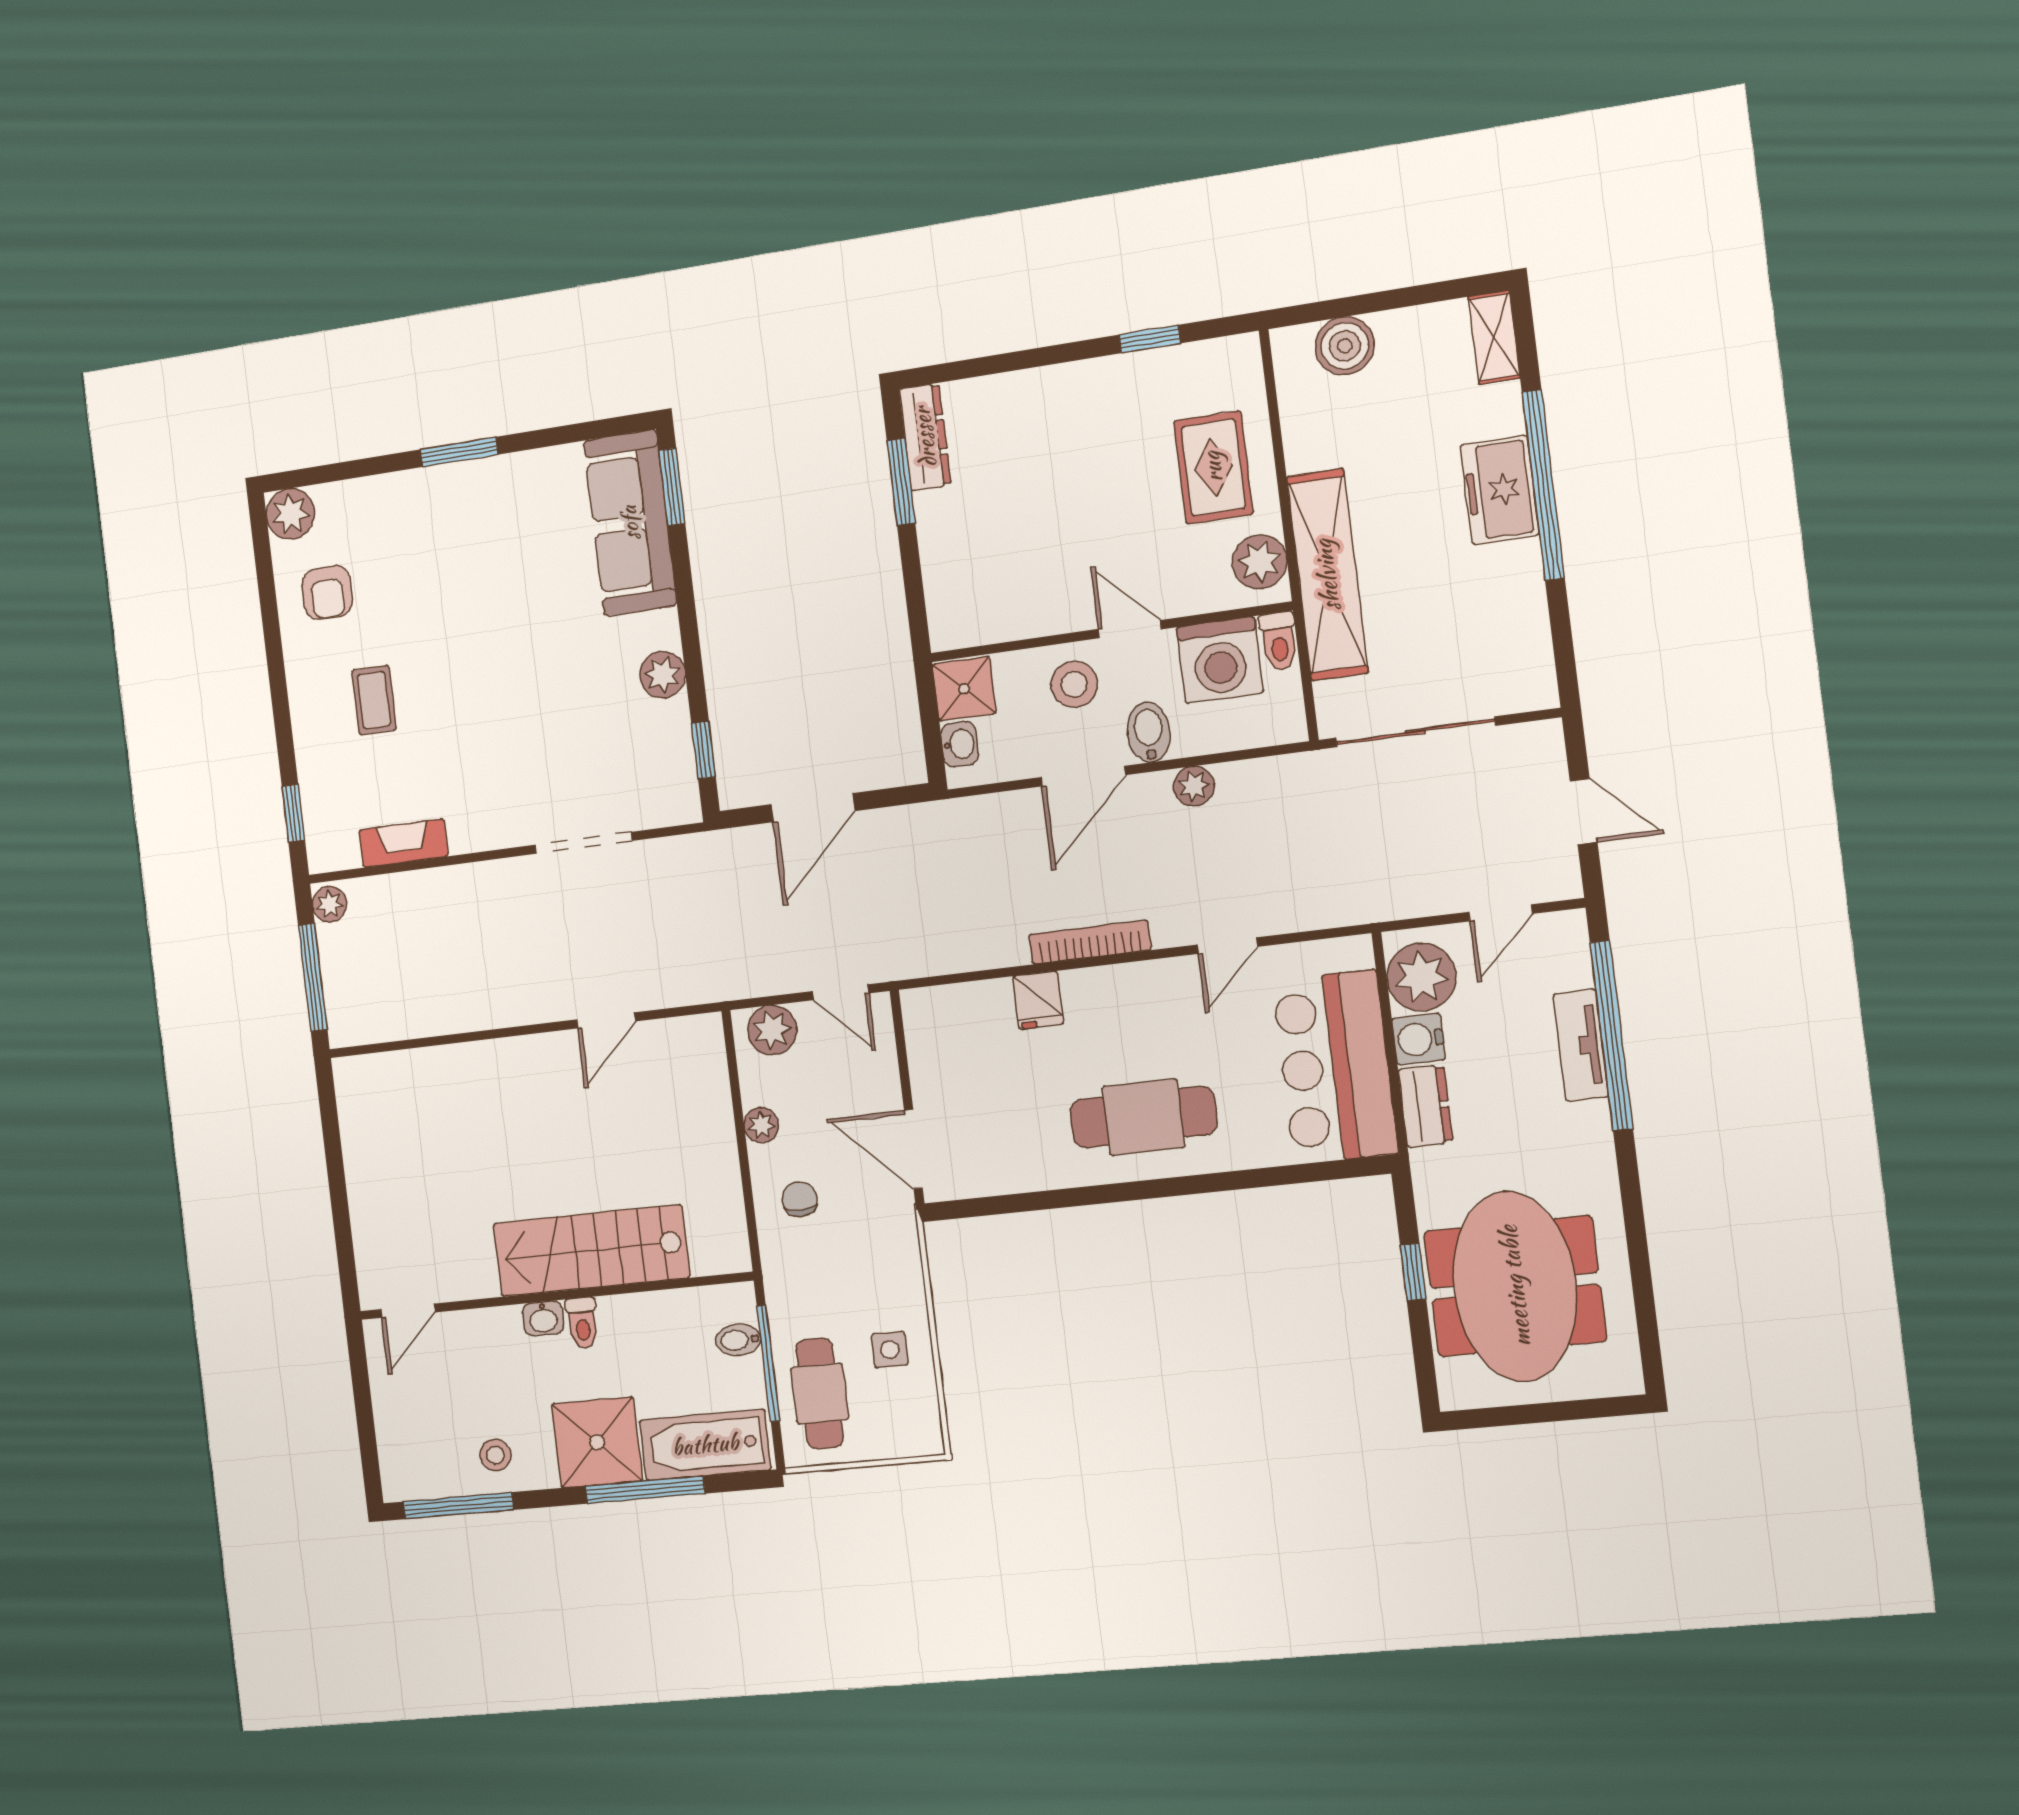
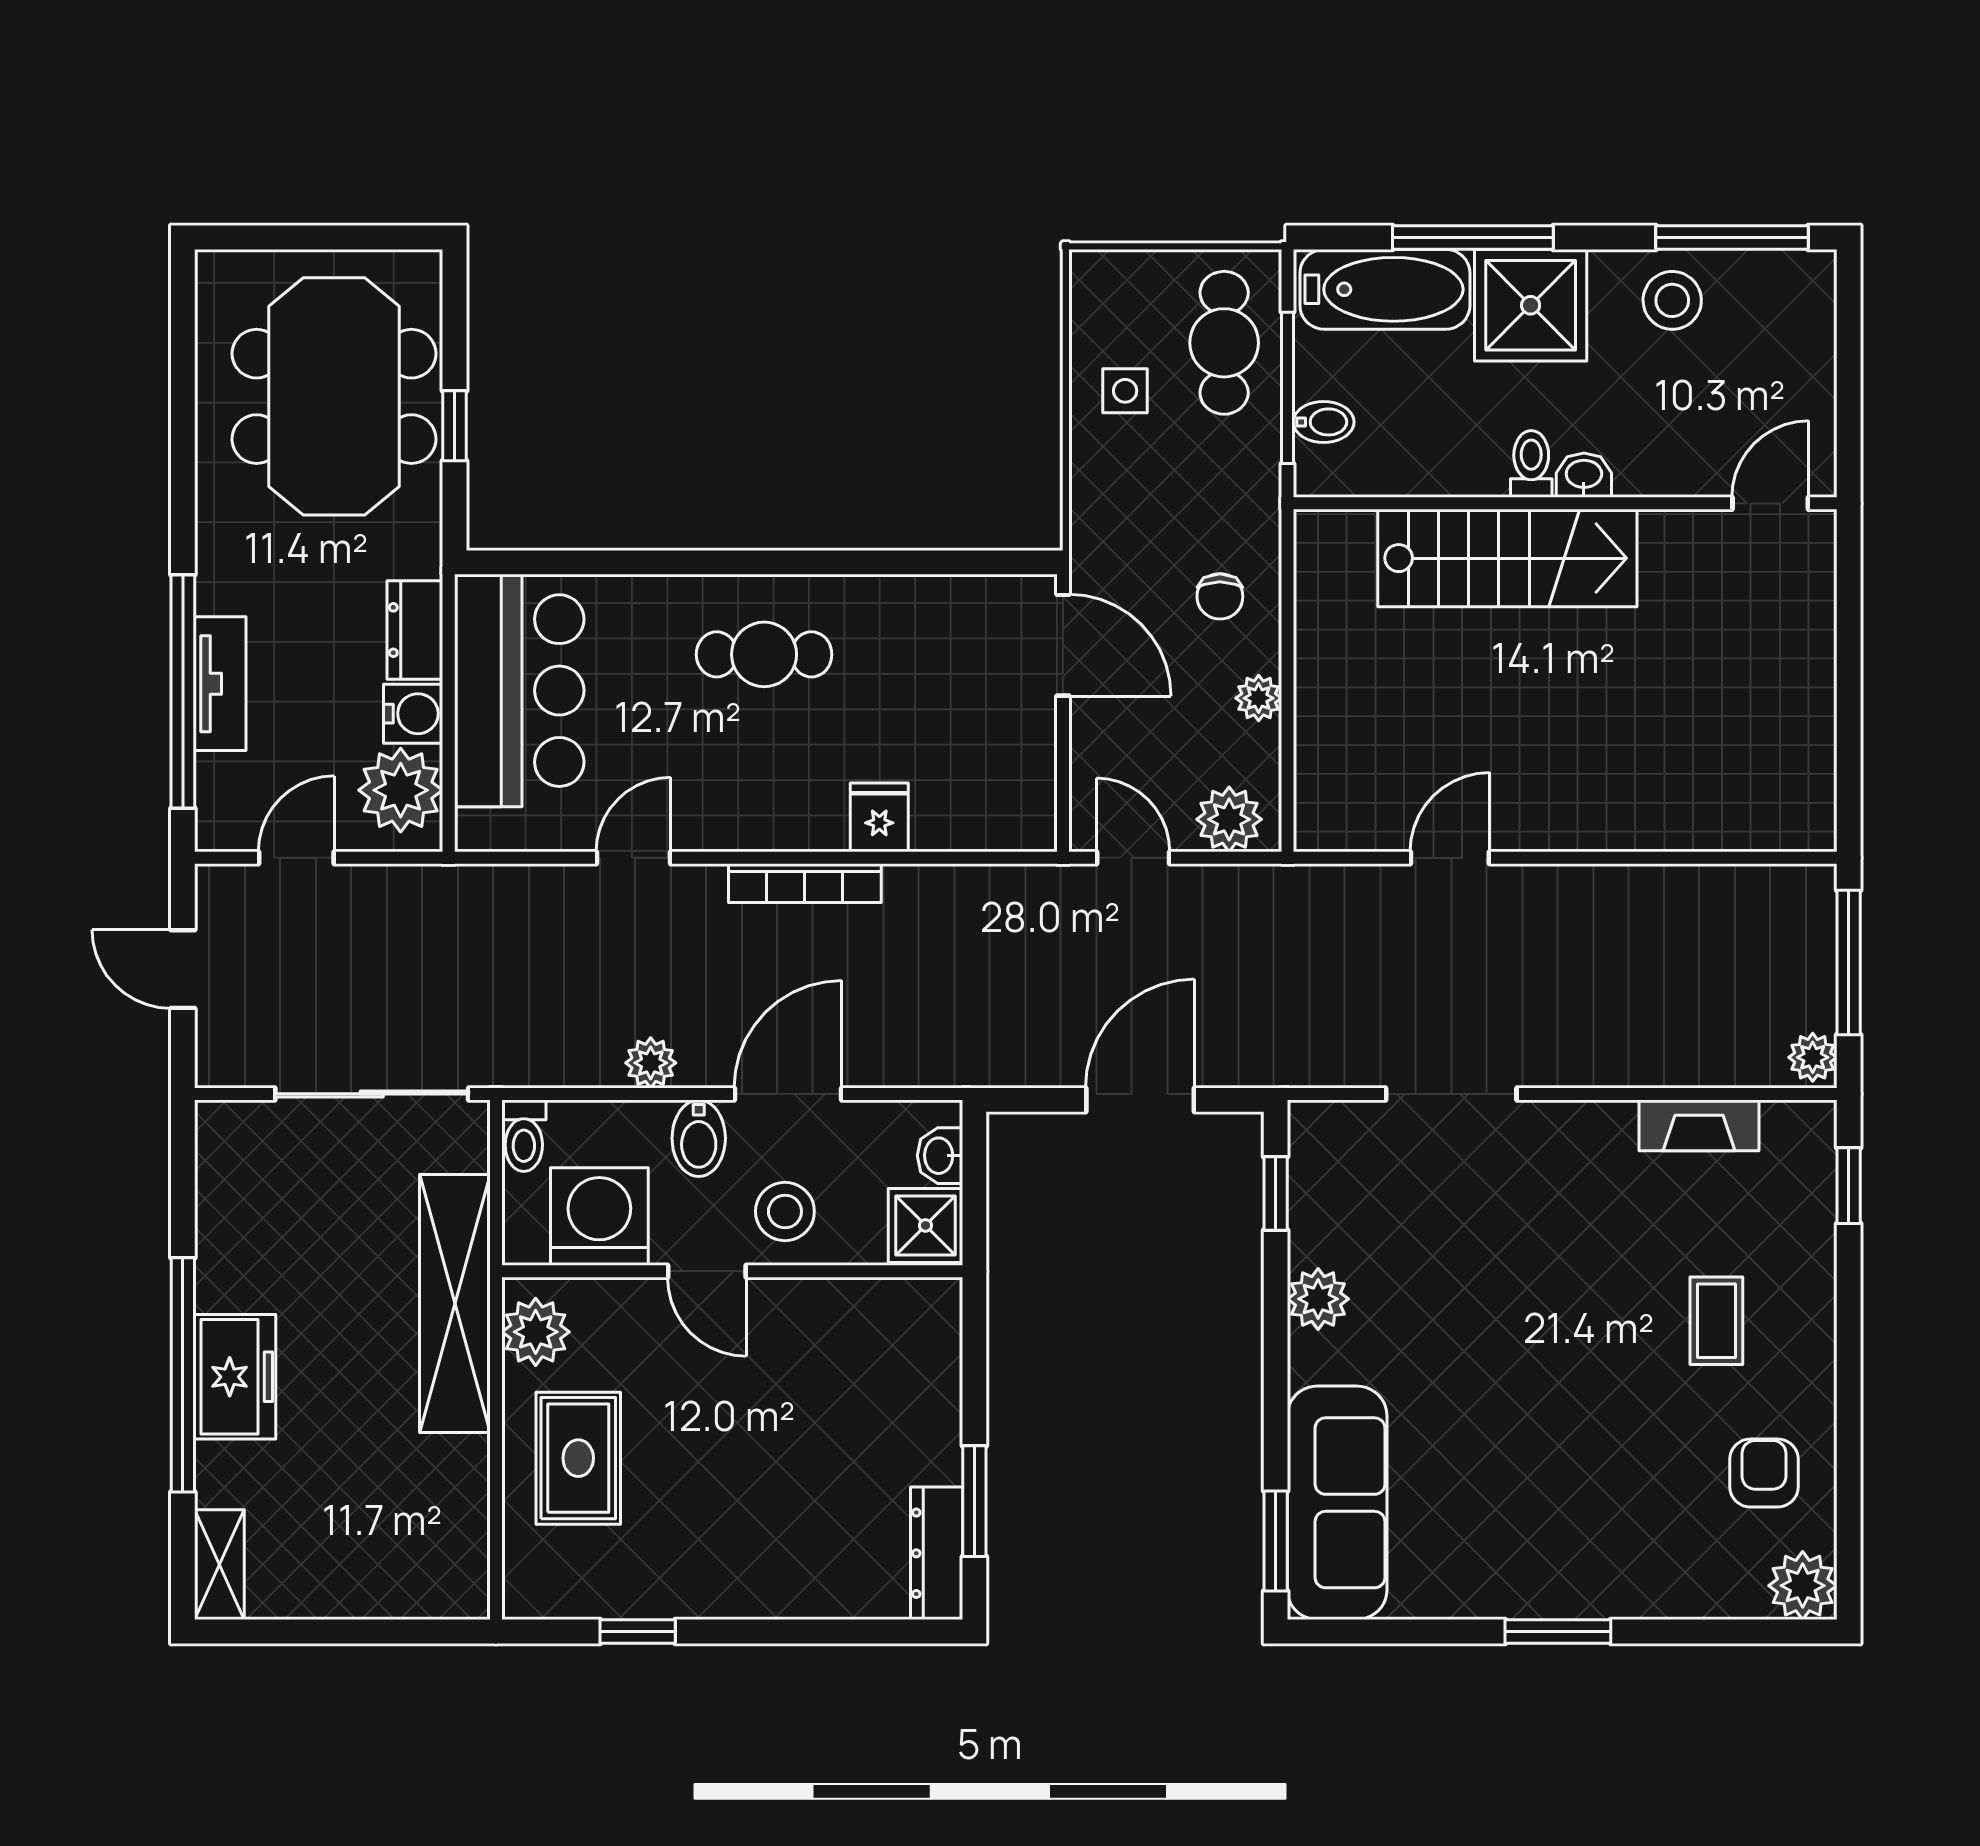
boiler: (1345, 346) -> (400, 1584), removed
toilet: (1279, 641) -> (524, 1136), moved, turned 180
cafe table: (1143, 1117) -> (764, 654), width x0.73, depth x0.74
stool: (495, 1455) -> (1672, 300), width x1.37, depth x1.37

